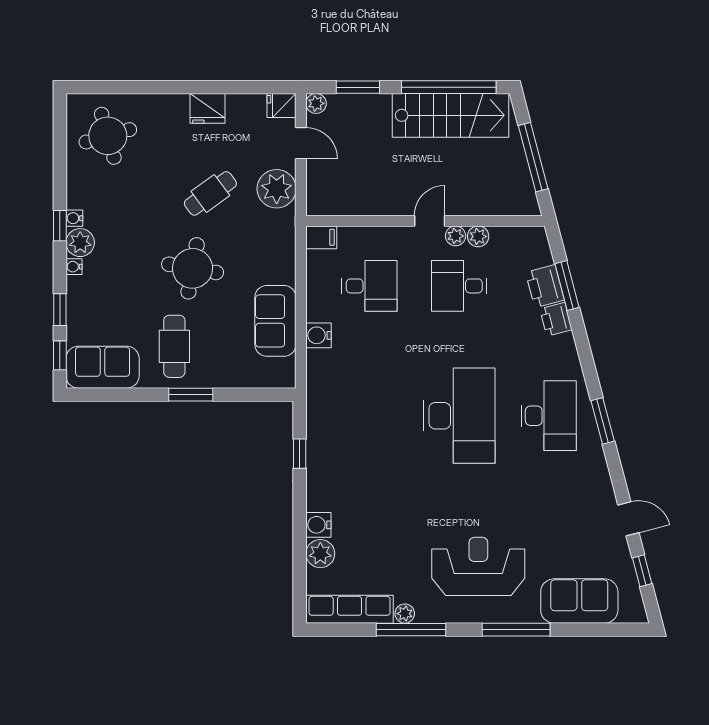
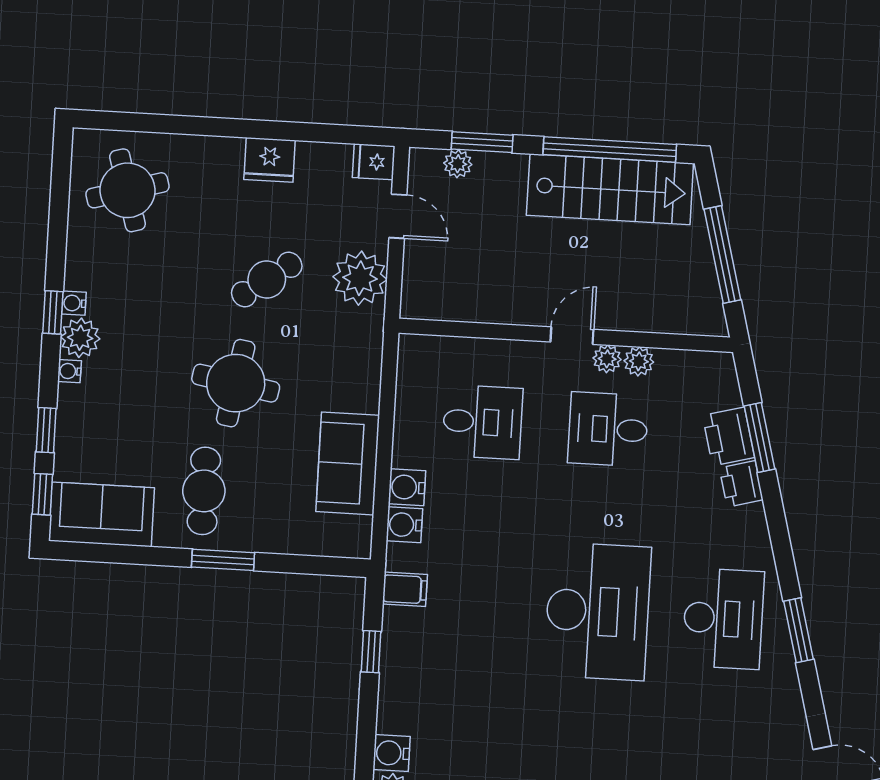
plant: (316, 103) -> (458, 164), moved
filing cabinet: (321, 237) -> (405, 589), moved
water cooler: (318, 362) -> (404, 525), added

